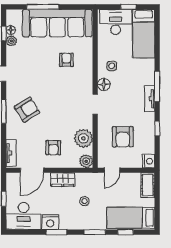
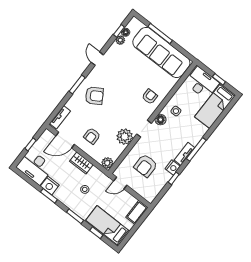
armchair: (66, 60) -> (150, 97), moved
plant: (83, 138) -> (125, 137), moved
nightstand: (149, 161) -> (173, 168), moved

